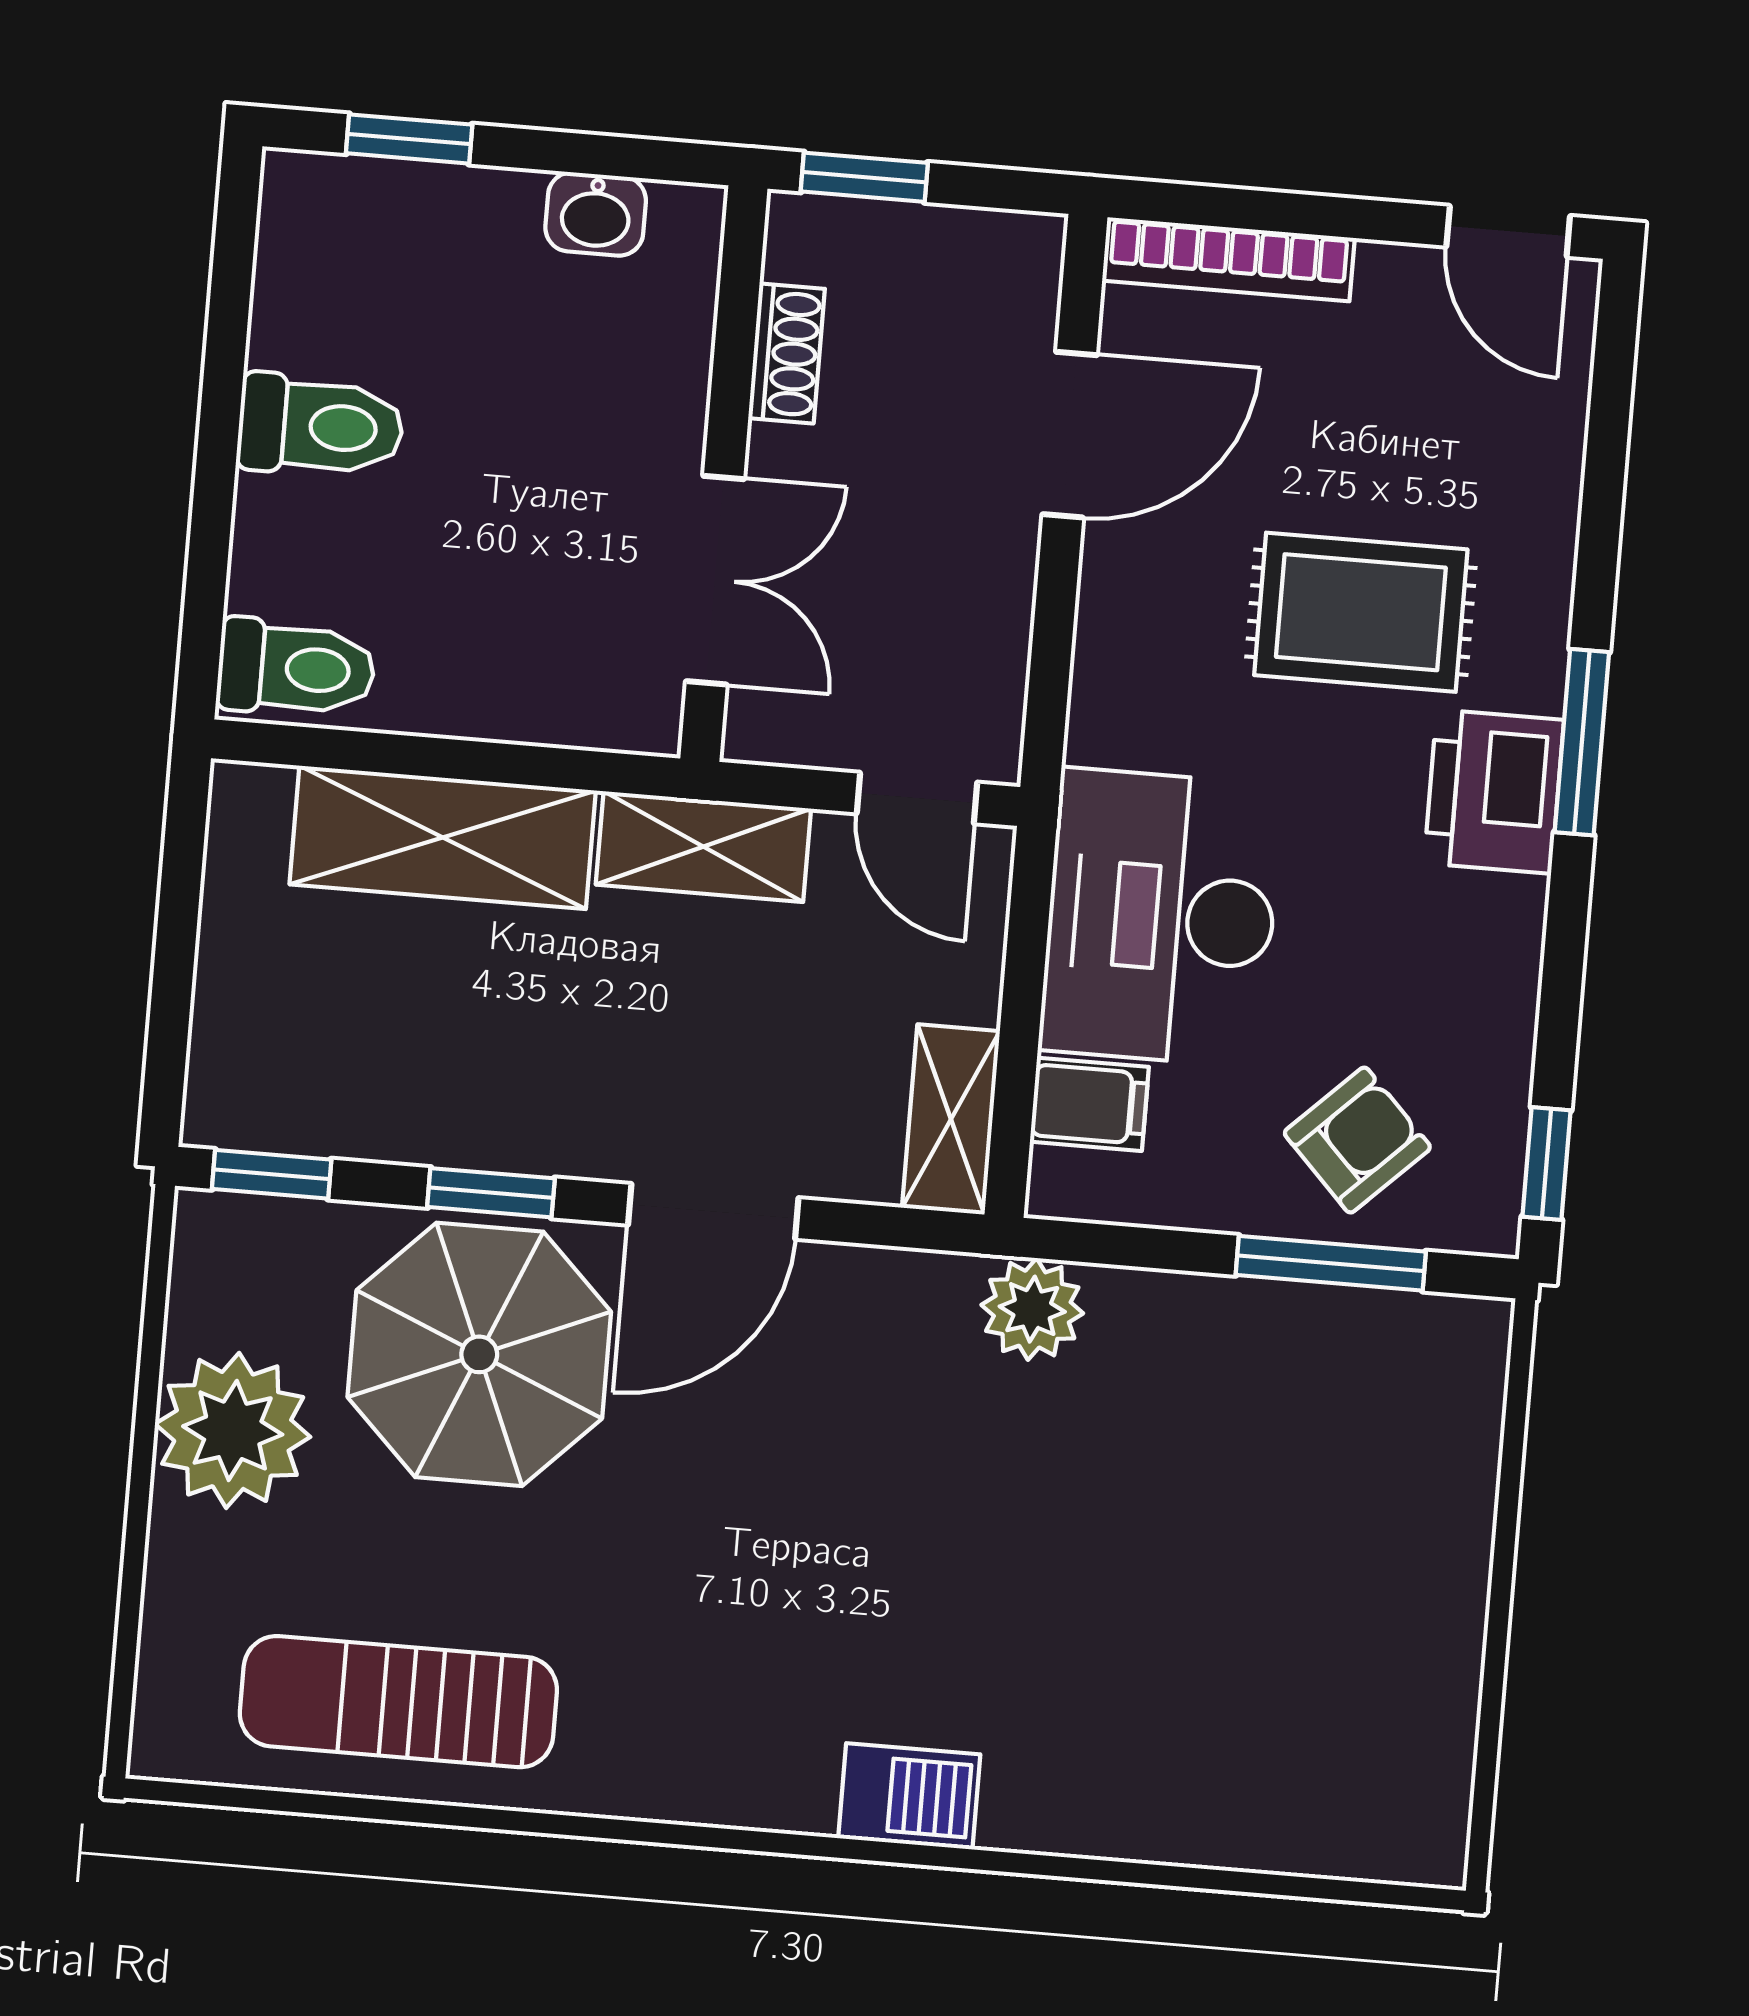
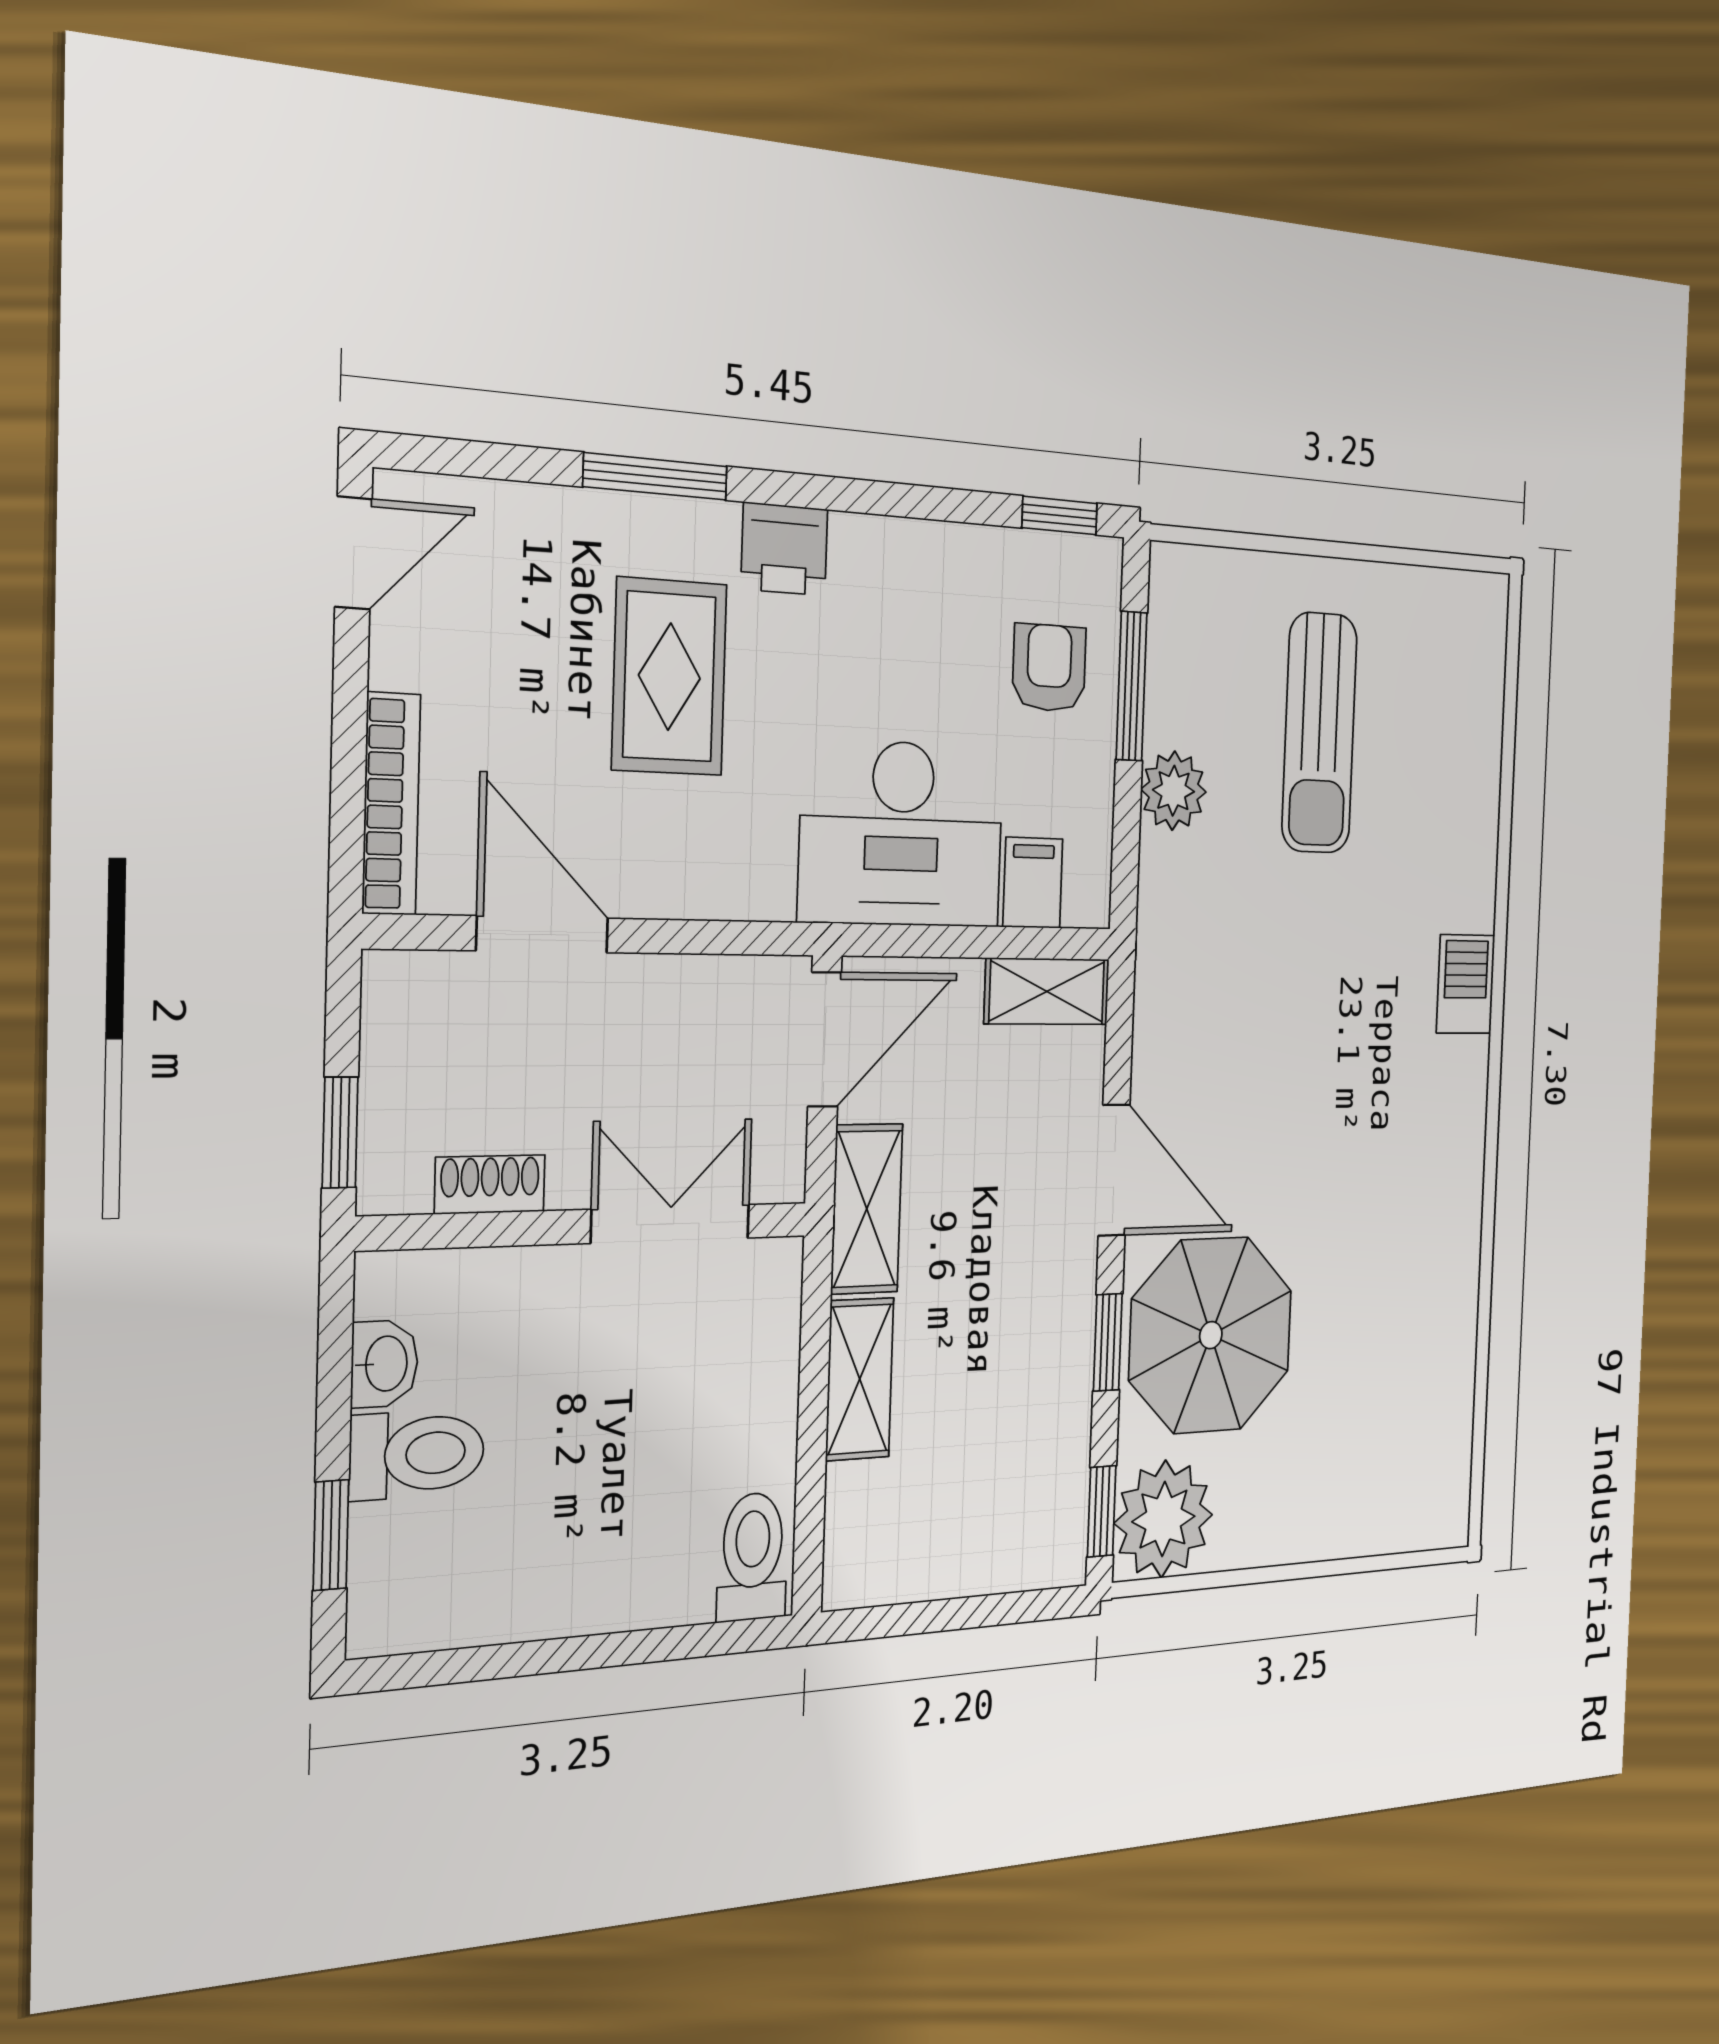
toilet: (320, 426) -> (417, 1454), moved, turned 90
window: (1582, 742) -> (655, 477), moved
printer: (1494, 792) -> (784, 549), width x0.73, depth x0.81
door: (917, 798) -> (825, 1039), width x1.38
shelving: (443, 837) -> (860, 1379), width x0.67, depth x0.75
armchair: (1357, 1140) -> (1049, 668), turned 44
plant: (1032, 1309) -> (1174, 791), moved
plant: (233, 1430) -> (1163, 1519), moved
sun lounger: (398, 1702) -> (1320, 733), moved

